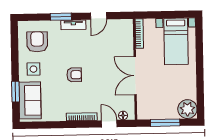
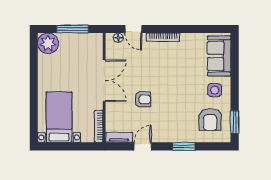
tv unit: (73, 25) -> (119, 137), moved
armchair: (74, 75) -> (143, 99), moved, turned 180
window: (15, 92) -> (235, 122), moved

